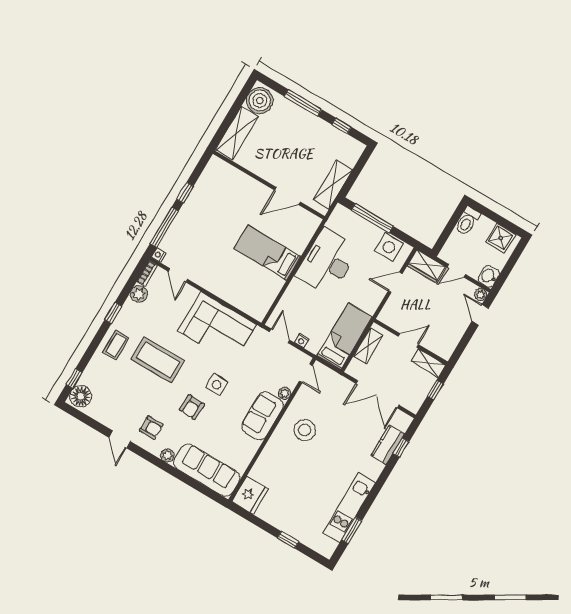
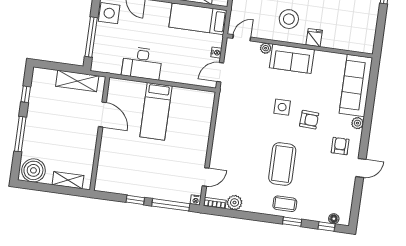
shelving: (237, 133) -> (68, 180), width x0.67, depth x0.75
desk: (327, 262) -> (142, 63), width x0.73, depth x0.77
window: (113, 313) -> (292, 222), moved
corner sofa: (217, 328) -> (235, 127), removed
floor lamp: (81, 396) -> (334, 219), width x0.53, depth x0.53
fridge: (250, 495) -> (314, 38), moved, width x0.53, depth x0.75

